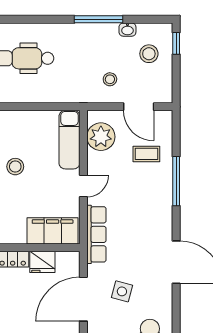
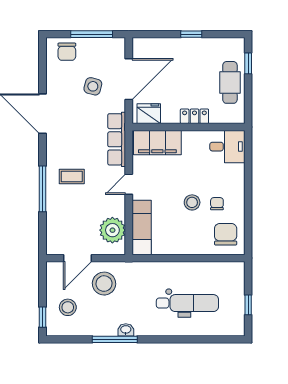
washbasin: (127, 30) -> (126, 330), moved
stool: (110, 79) -> (104, 284), width x1.89, depth x1.89
door: (139, 107) -> (77, 258), swing flipped
coffee table: (146, 154) -> (72, 177), moved
fridge: (42, 262) -> (149, 114), moved

